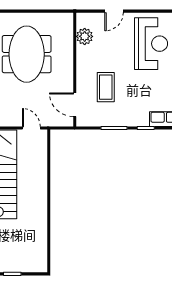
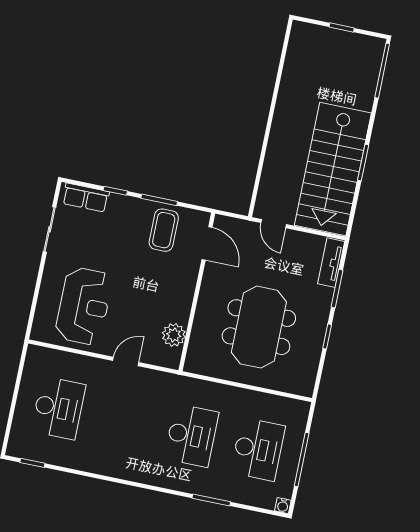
reception desk: (151, 44) -> (84, 306), turned 180
coffee table: (106, 87) -> (164, 230), moved

